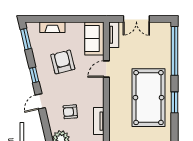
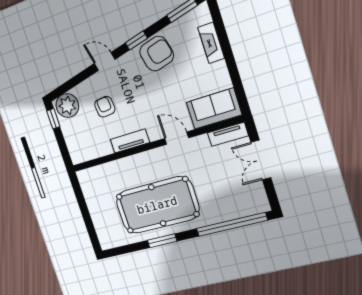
armchair: (63, 62) -> (157, 54), moved
tv unit: (99, 121) -> (130, 141), moved

